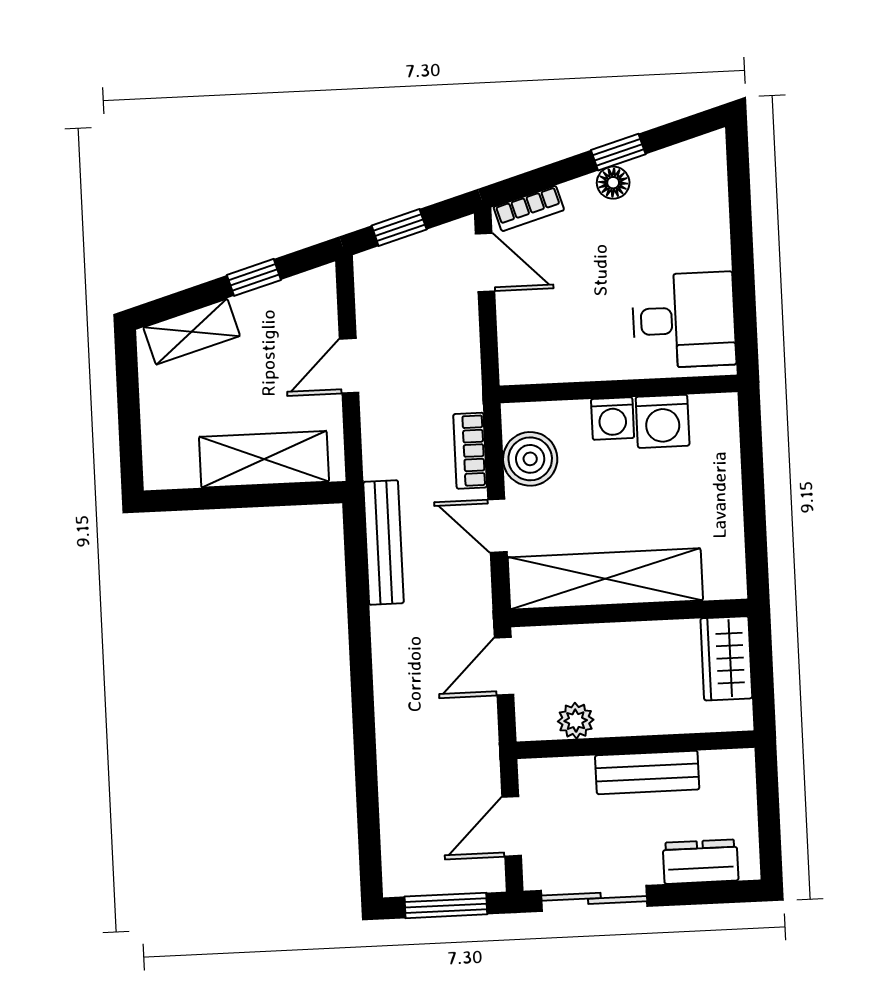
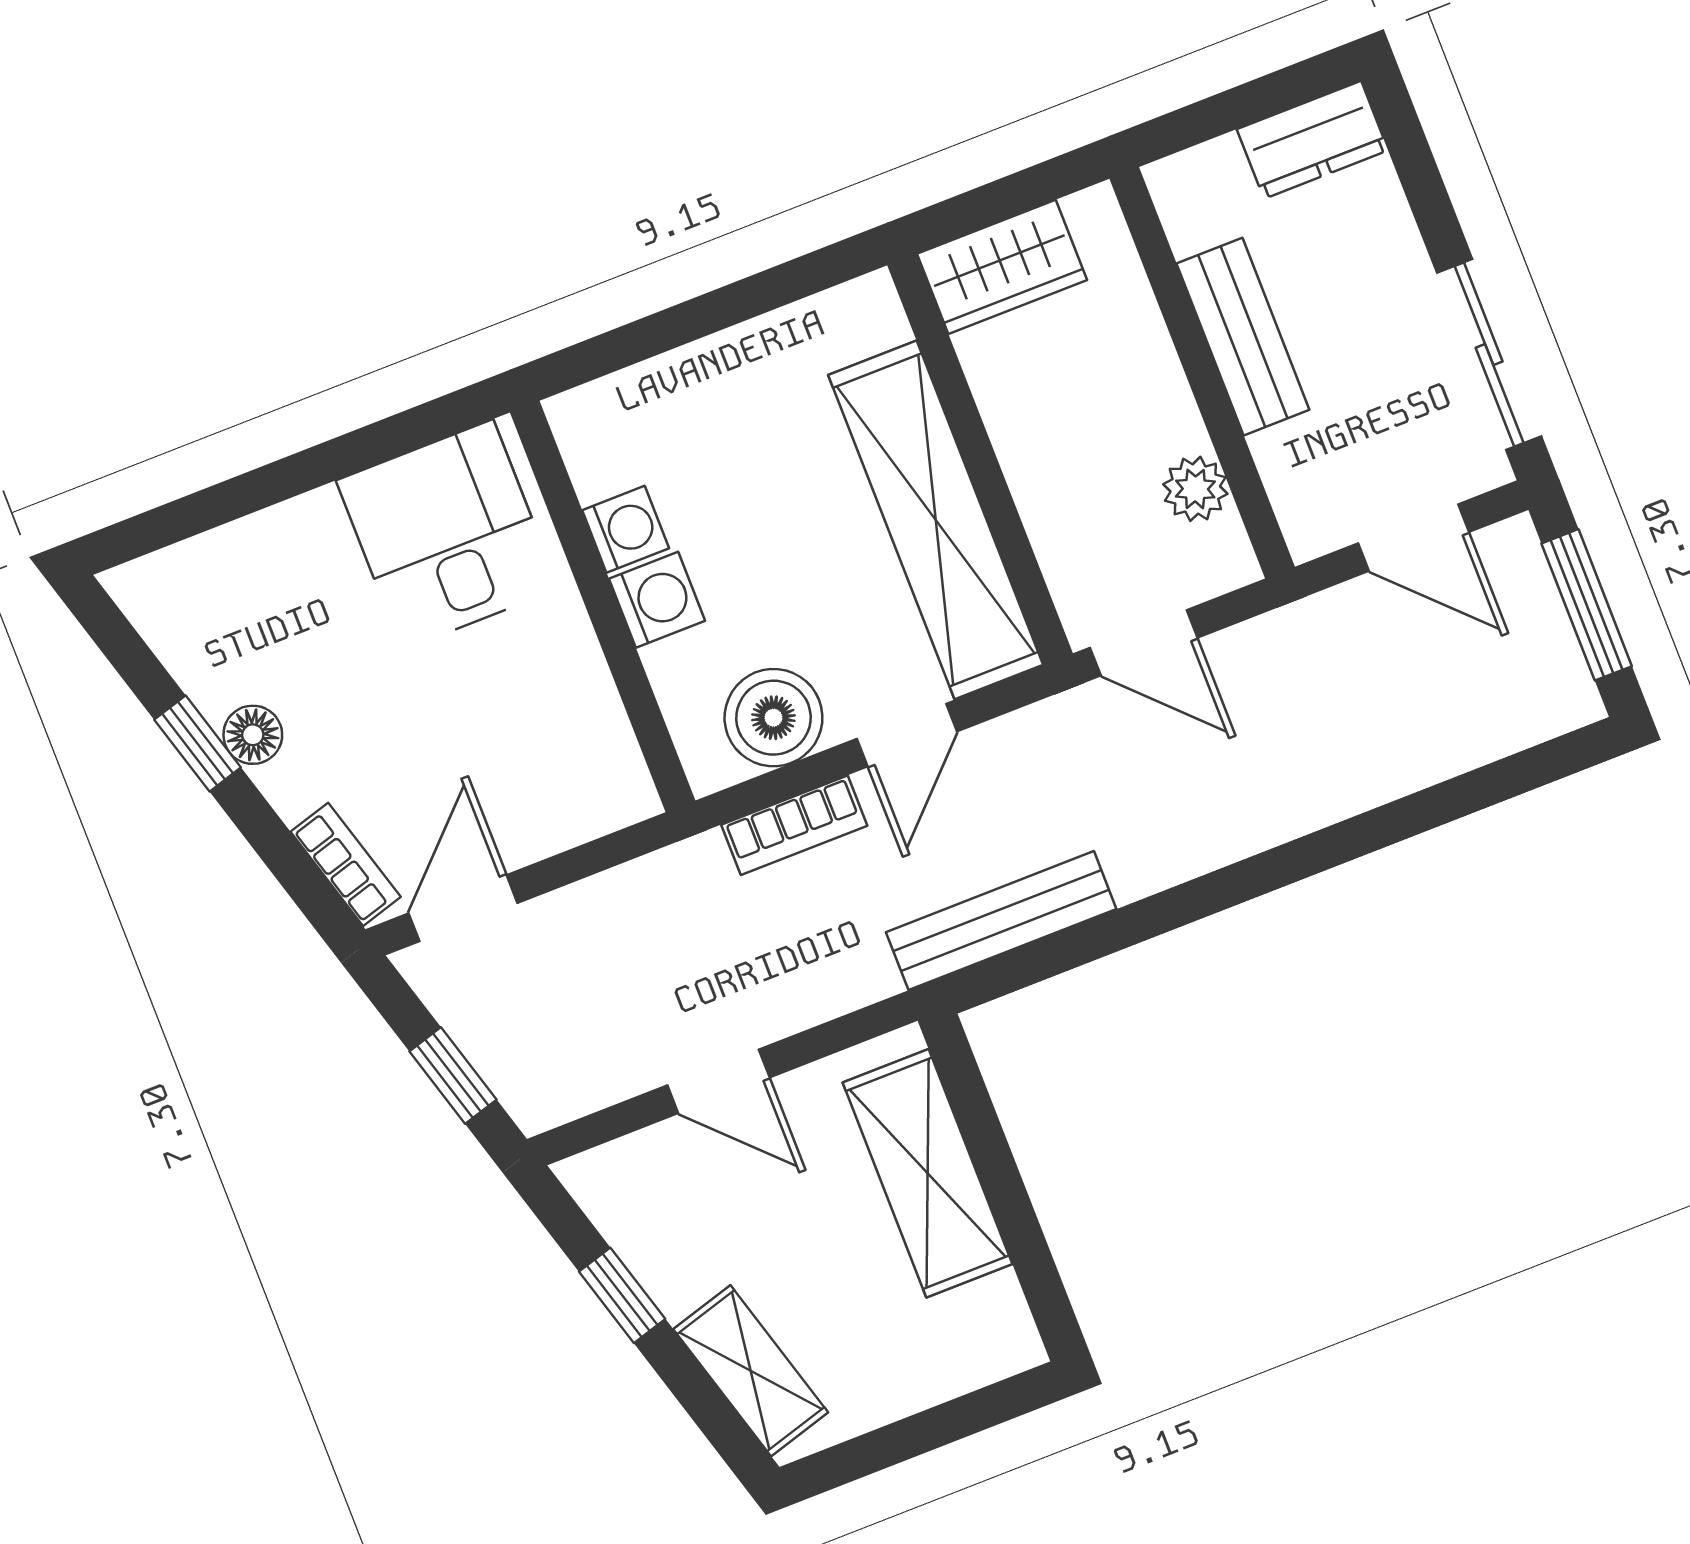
washing machine: (663, 421) -> (626, 529), width x0.73, depth x0.73
dresser: (701, 862) -> (1312, 140), moved, turned -90

